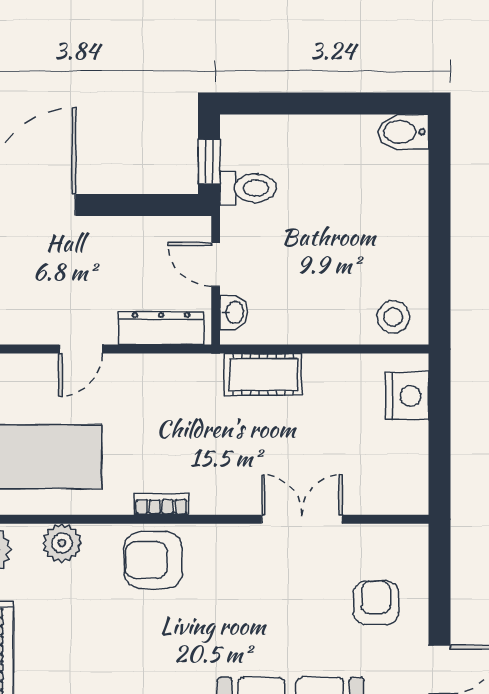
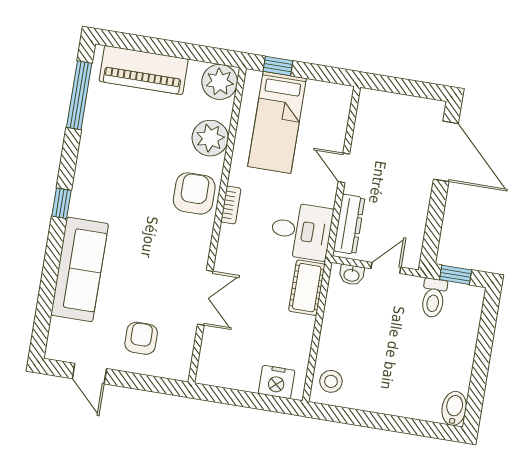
desk: (182, 396) -> (301, 231), added
plant: (62, 543) -> (210, 138), width x1.36, depth x1.36
armchair: (376, 603) -> (141, 338), turned -90

